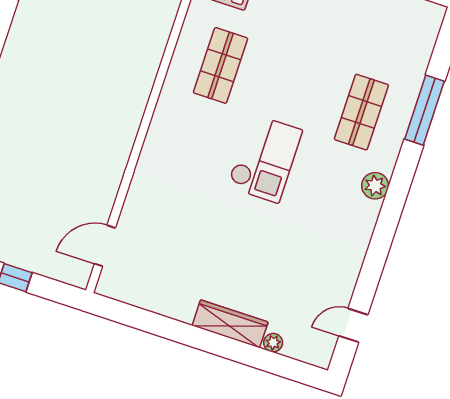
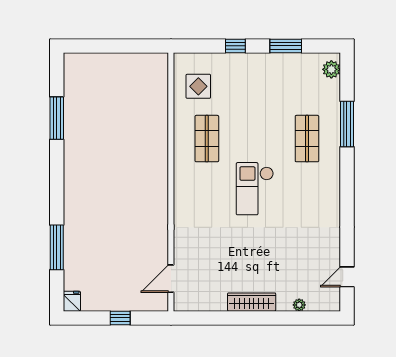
checkout: (265, 158) -> (255, 189), turned 180
plant: (375, 186) -> (331, 69), moved
wardrobe: (230, 324) -> (252, 302), moved

